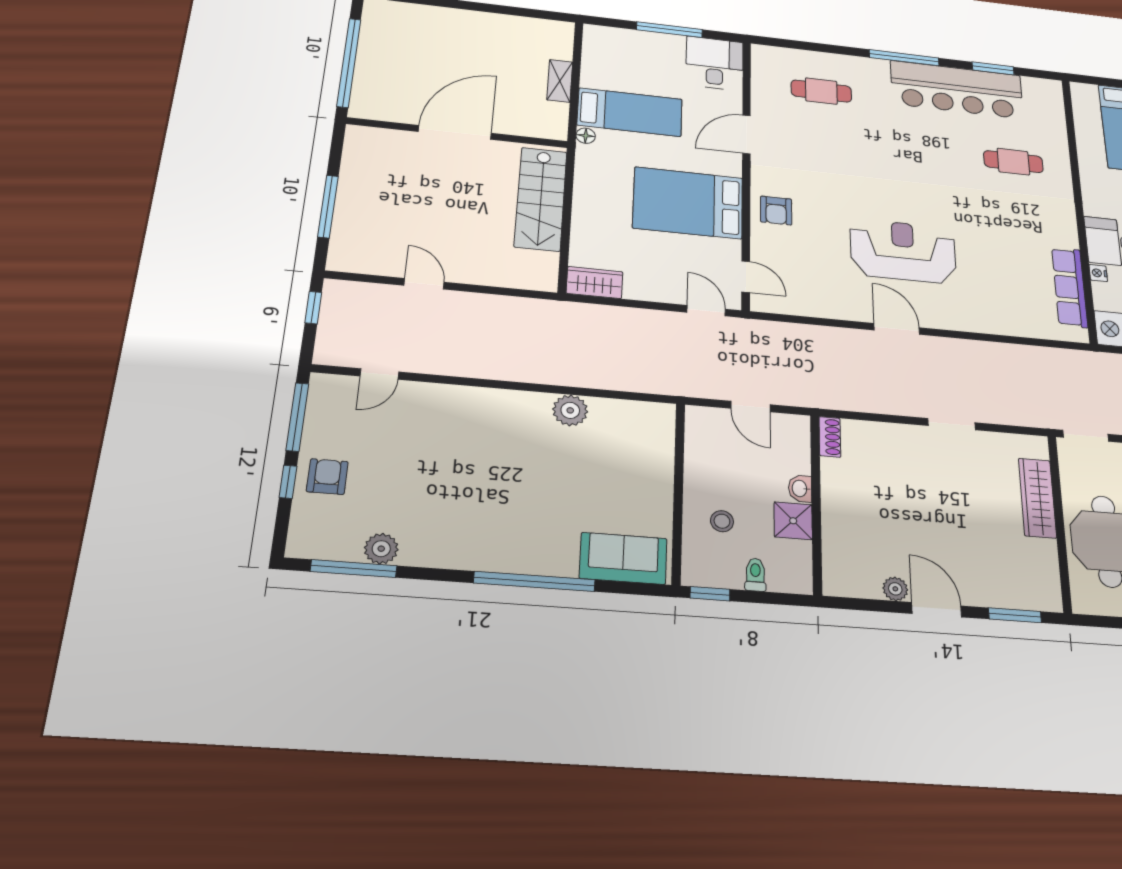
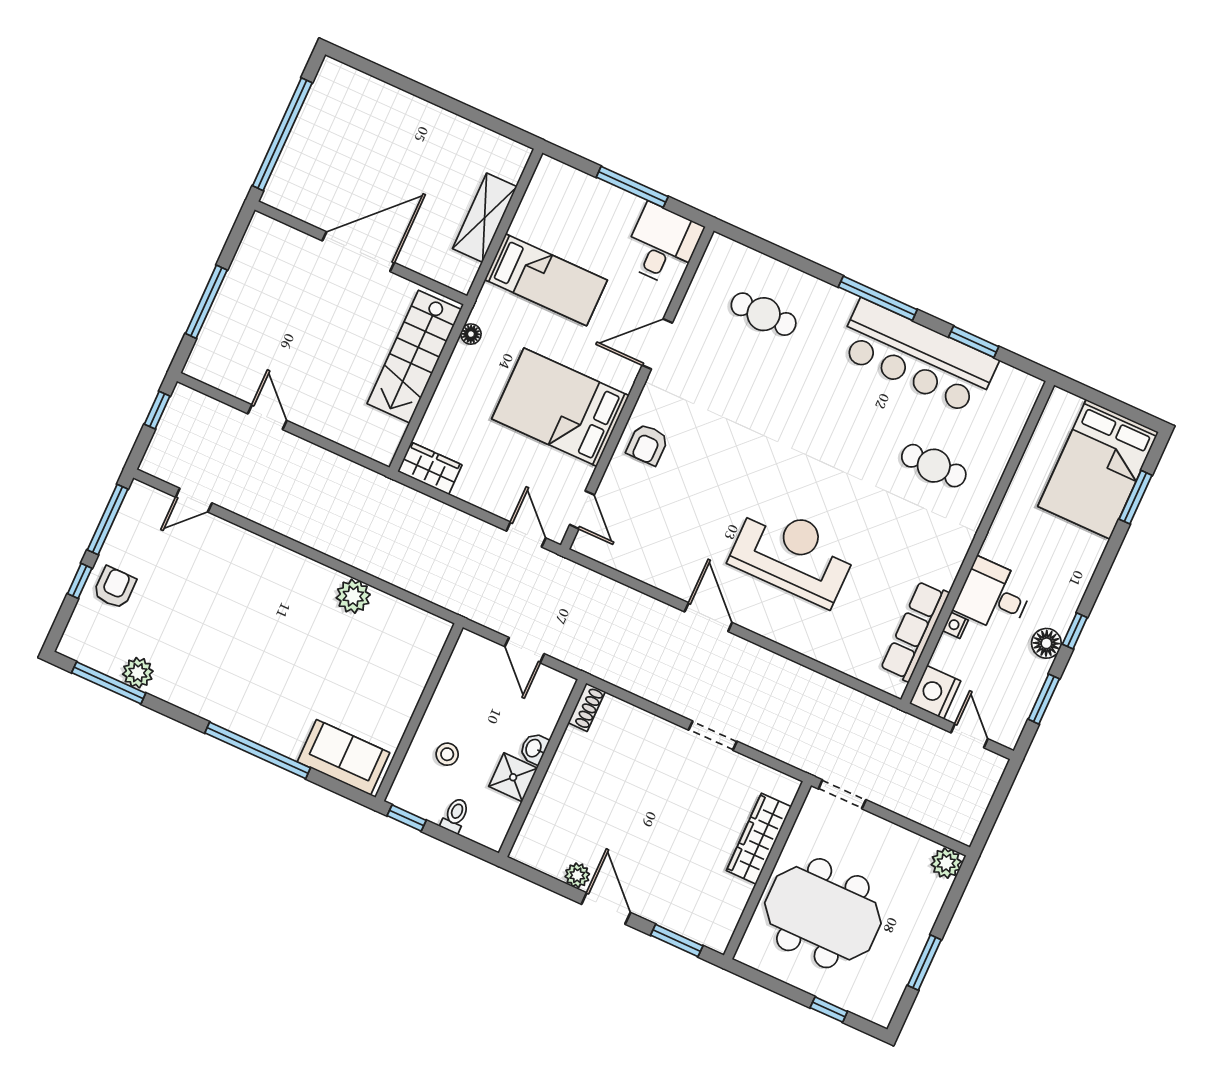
shelving: (560, 81) -> (485, 218), width x1.50, depth x1.33
floor lamp: (586, 136) -> (471, 334), moved
reception desk: (903, 251) -> (793, 554), moved

